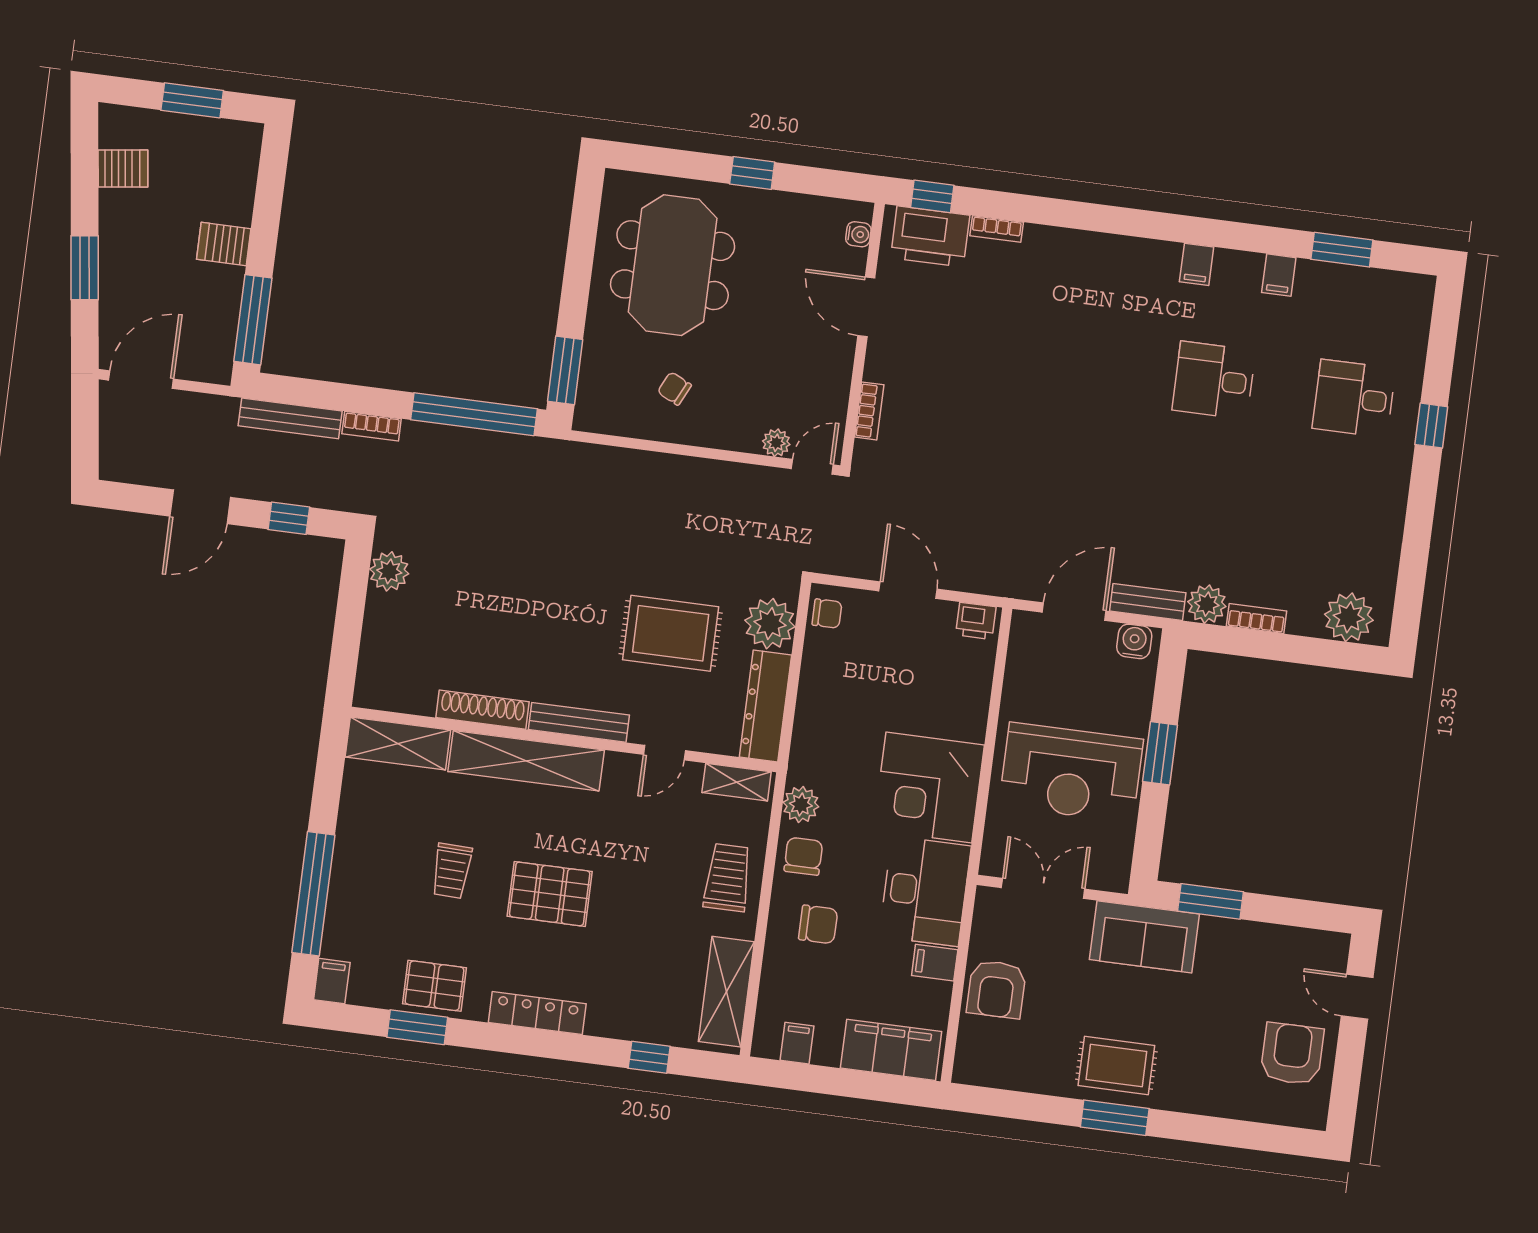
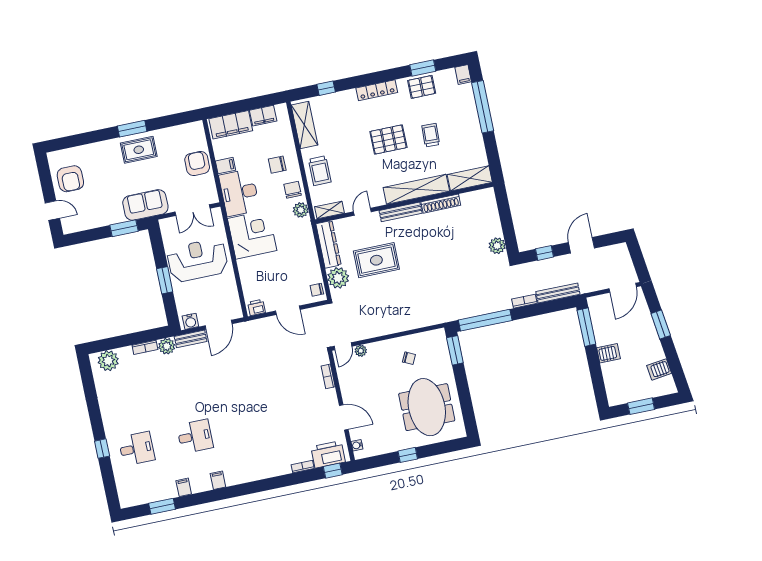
chair: (803, 856) -> (293, 190), turned 180
filing cabinet: (797, 1043) -> (263, 116), width x2.00

